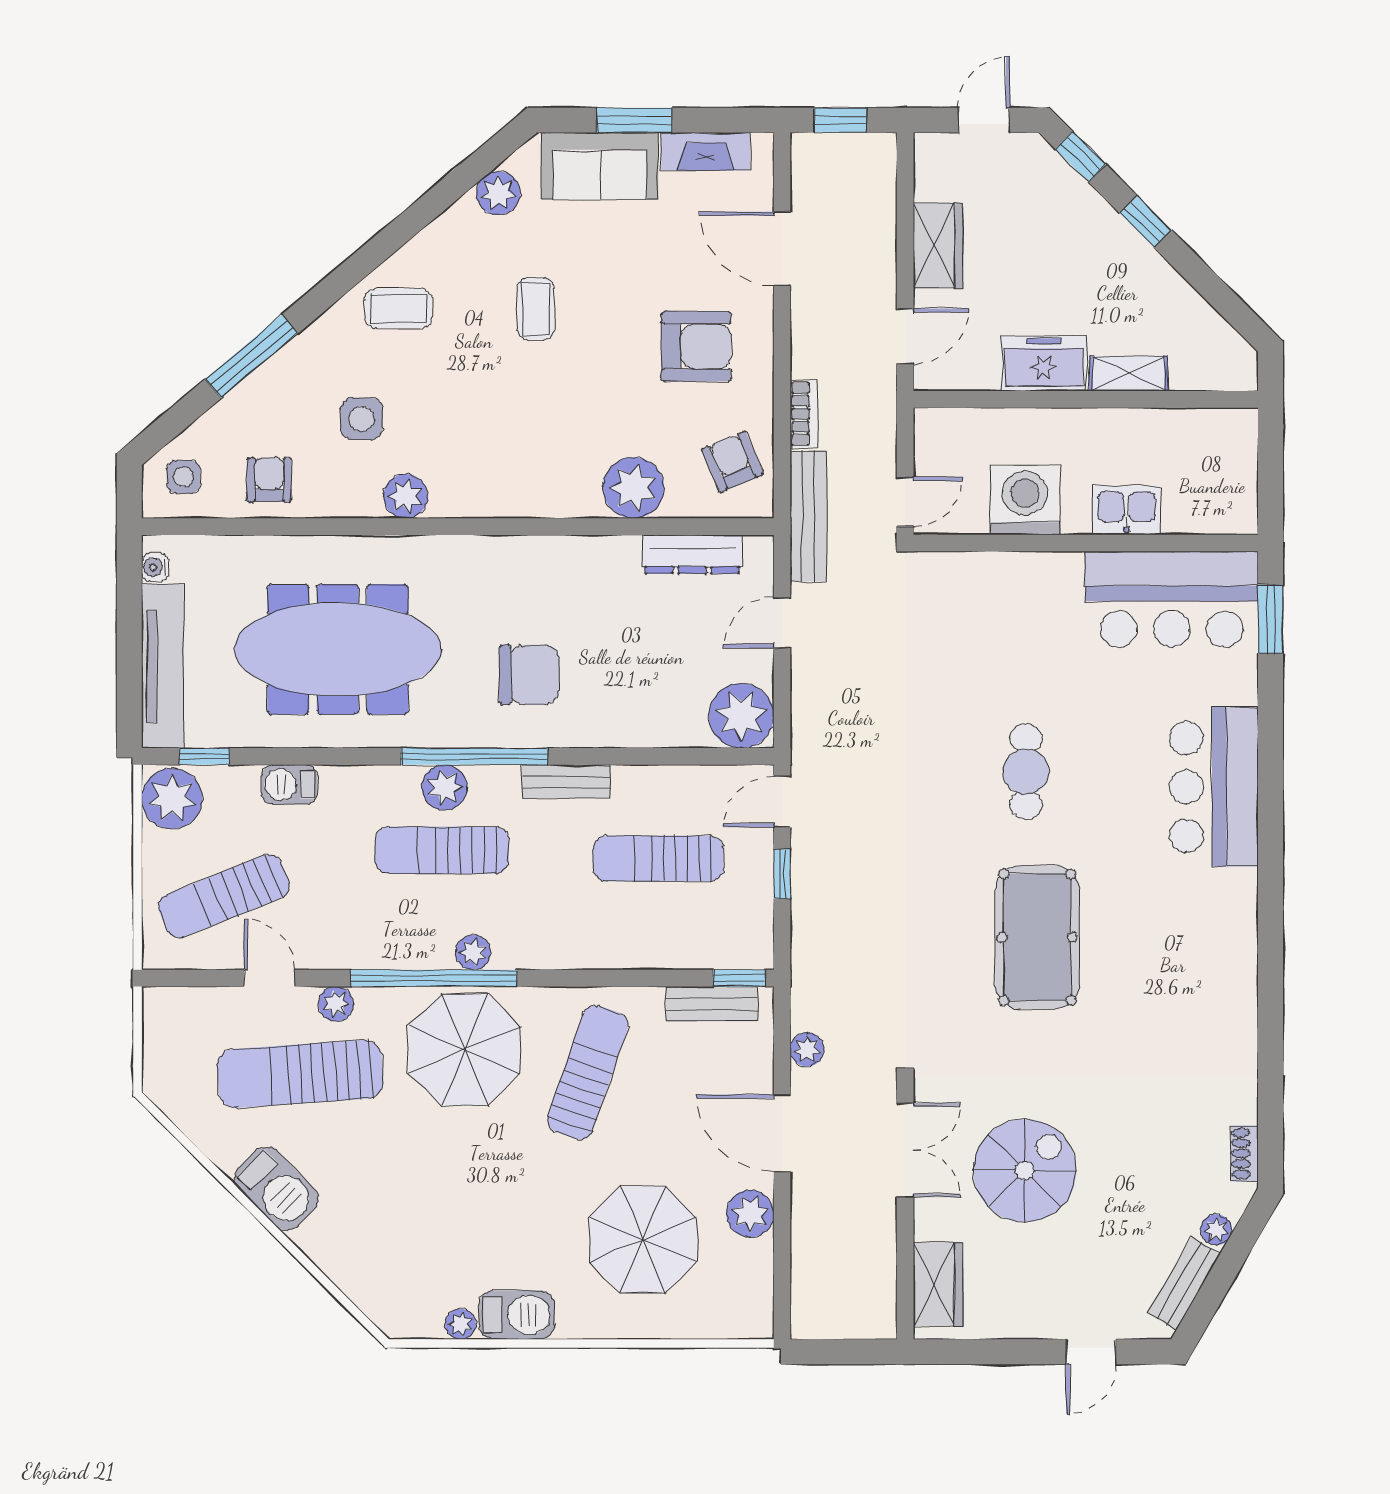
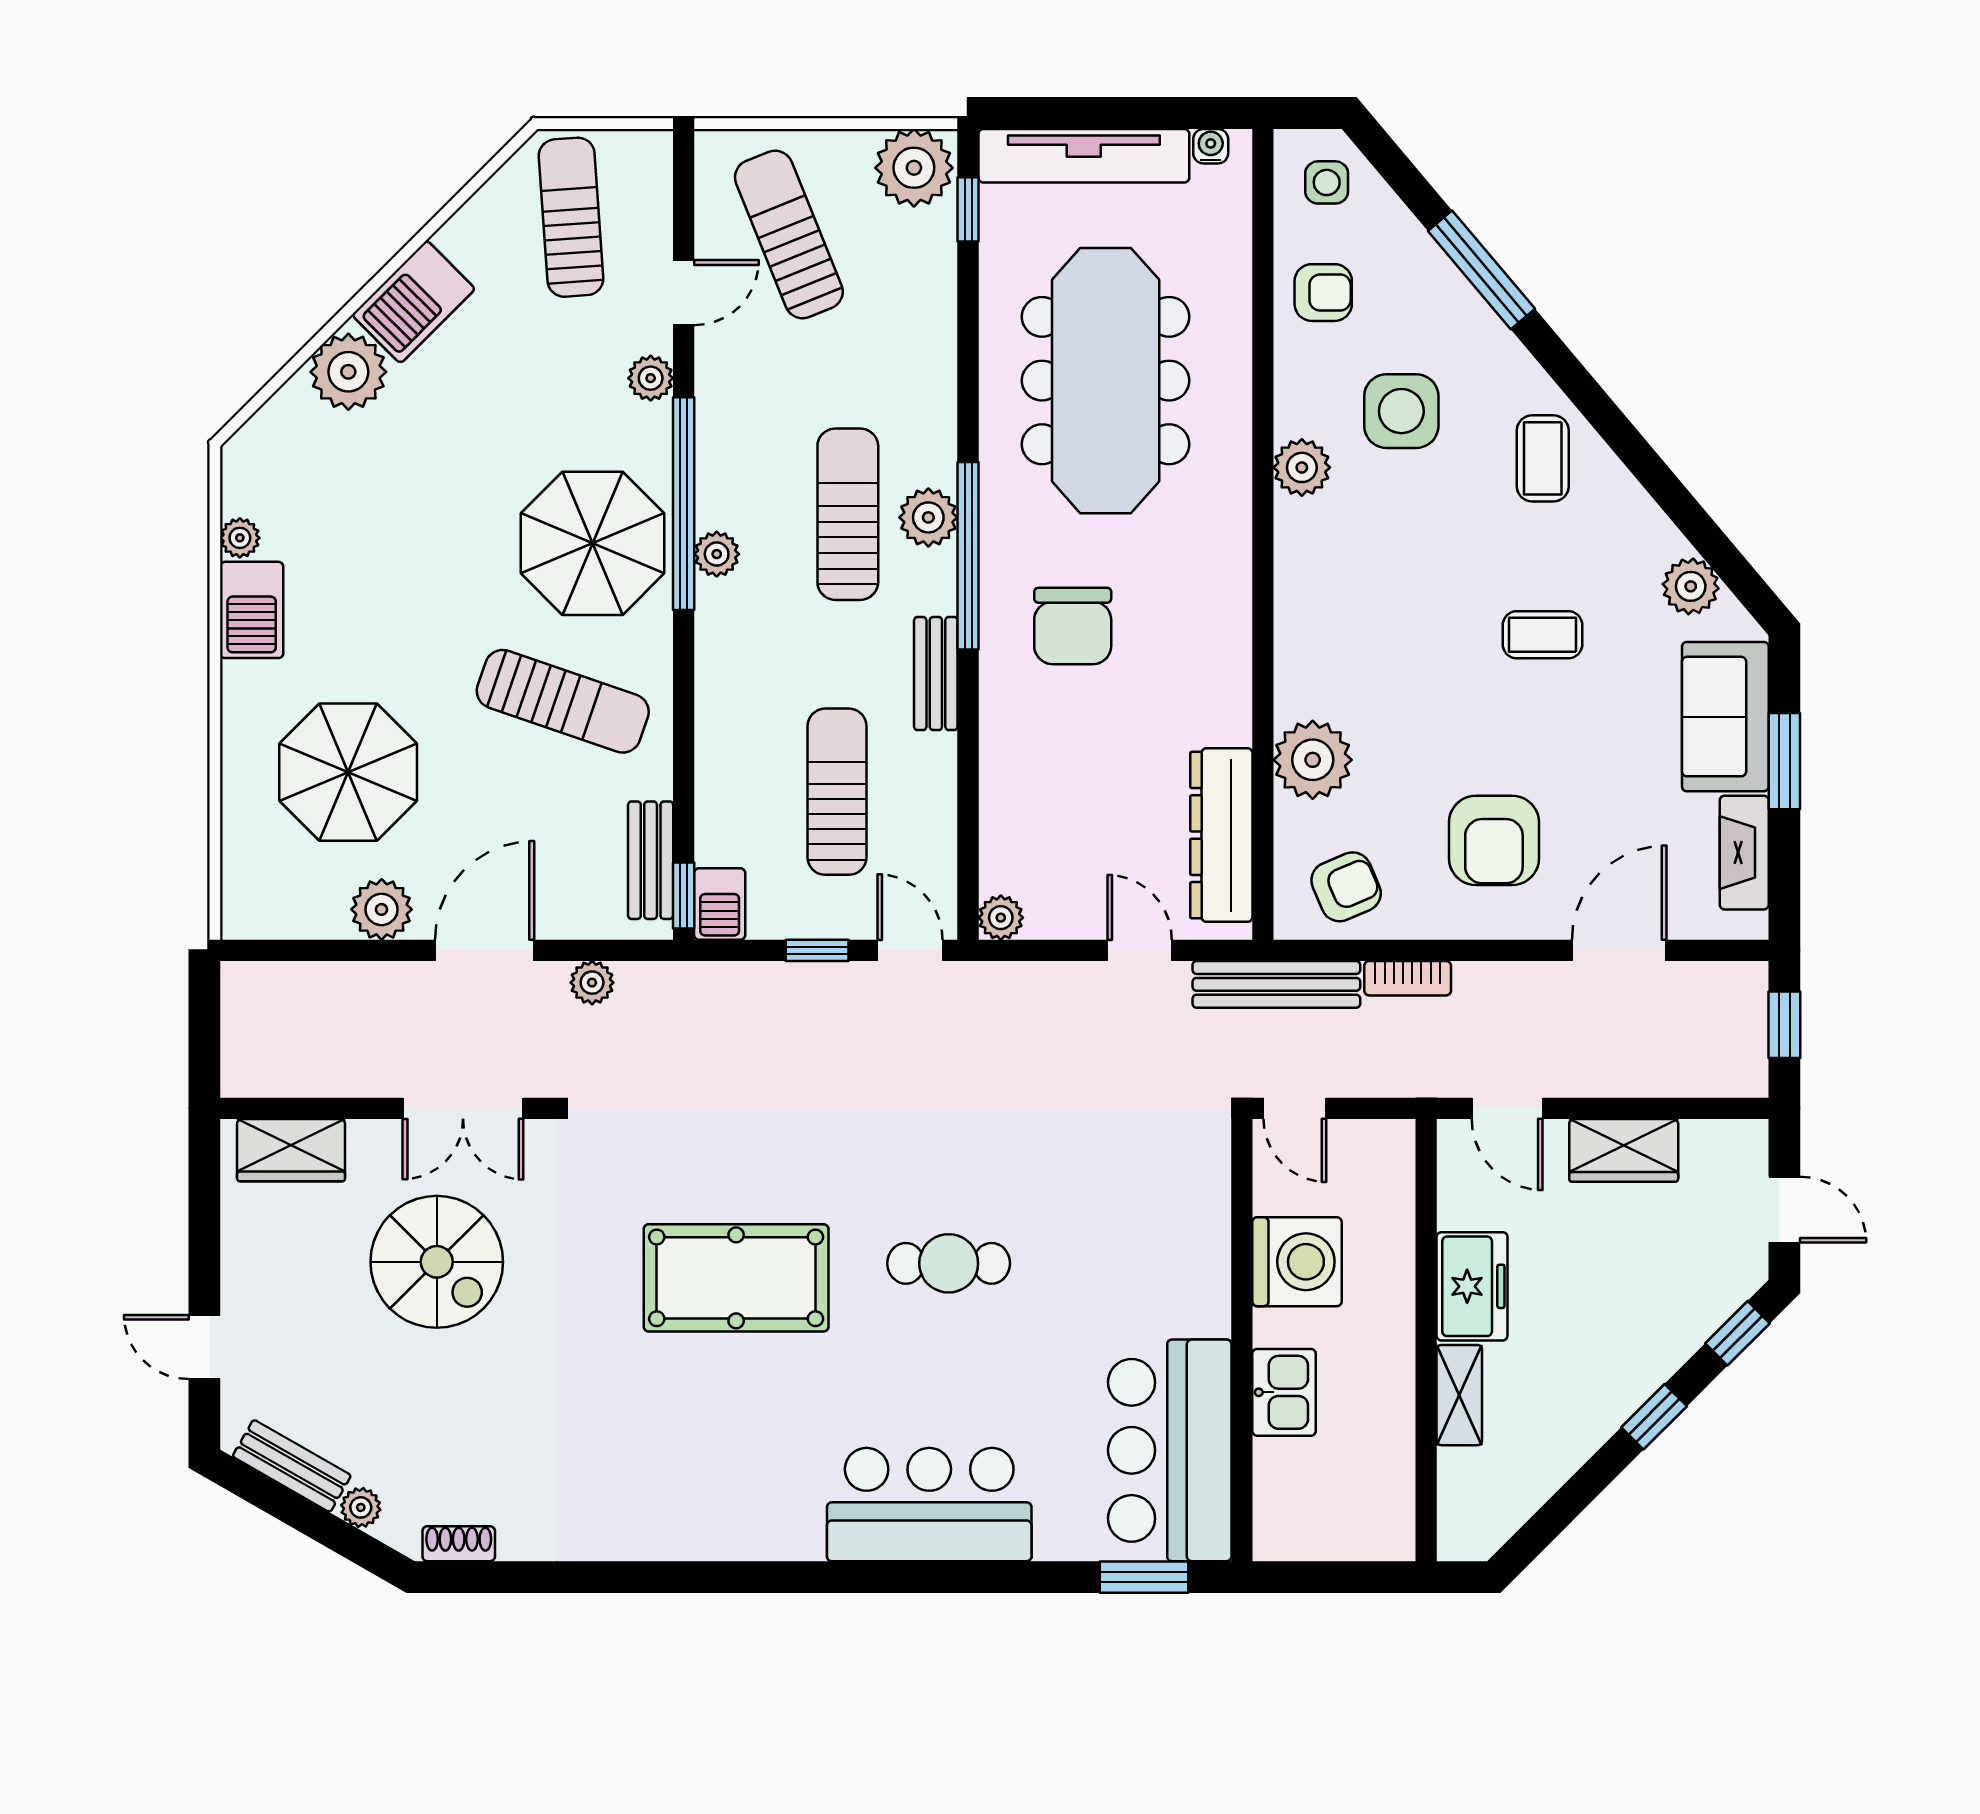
side table: (362, 419) -> (1401, 411), width x1.37, depth x1.37
dresser: (692, 554) -> (1221, 835), width x1.37, depth x1.24
plant: (741, 716) -> (1001, 918), width x0.53, depth x0.53
barbecue: (289, 785) -> (720, 904), moved, turned 180
sun lounger: (300, 1074) -> (571, 217), moved, width x0.73, depth x0.75
plant: (331, 1239) -> (348, 372), added

